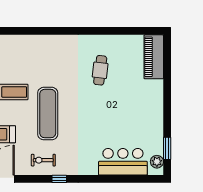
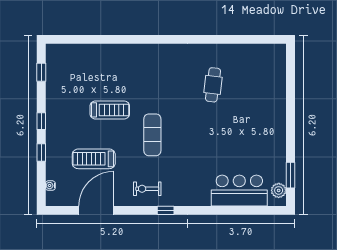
piano: (154, 57) -> (275, 69), removed
exercise mat: (48, 114) -> (152, 135), width x0.73, depth x0.69

